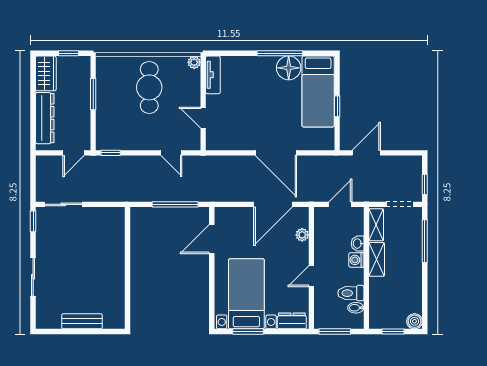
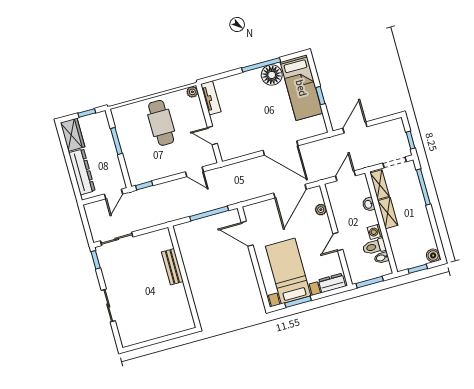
door: (212, 239) -> (247, 234), hinge flipped
washing machine: (356, 260) -> (375, 232), moved
bench: (82, 321) -> (172, 267), moved, turned 90

